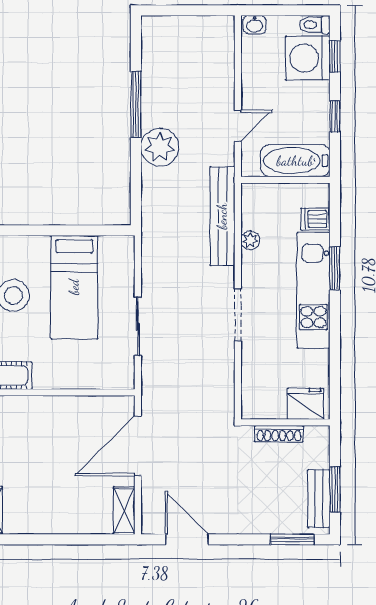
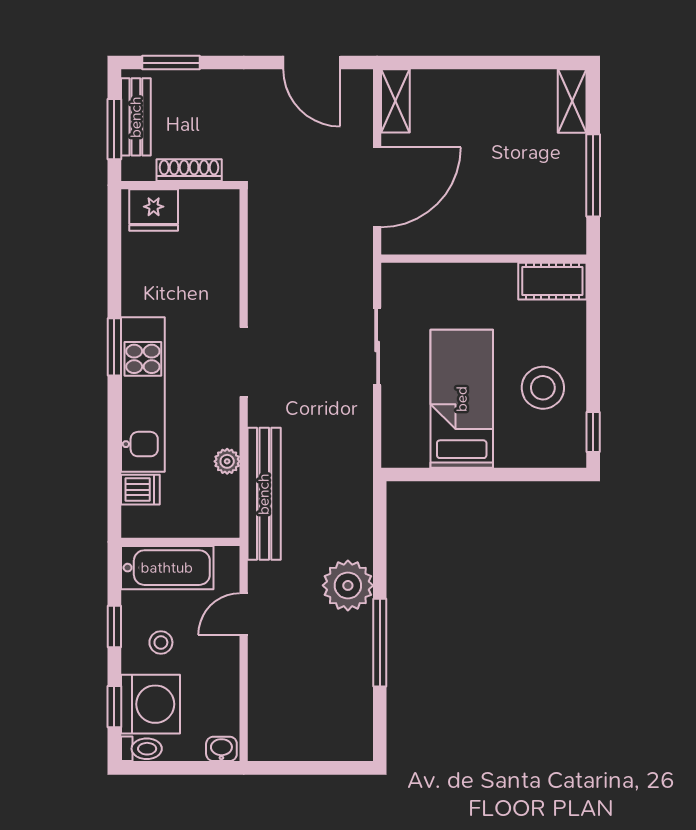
stool: (300, 104) -> (161, 642), added
window: (335, 269) -> (114, 347), moved
fridge: (305, 404) -> (154, 210), moved
wall: (285, 422) -> (180, 185), moved
shoe rack: (279, 434) -> (189, 170), moved

